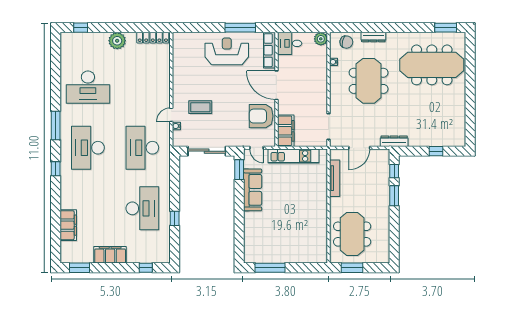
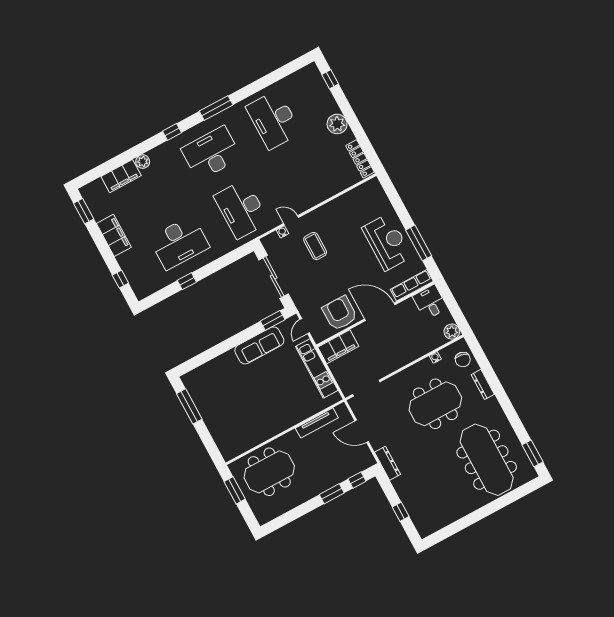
door: (276, 85) -> (380, 312), hinge flipped
desk: (142, 148) -> (241, 209), turned -90
plant: (66, 203) -> (143, 162), added

